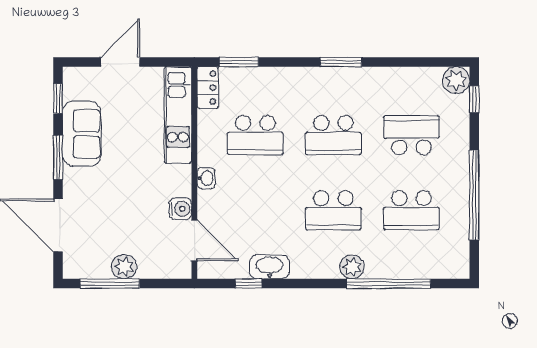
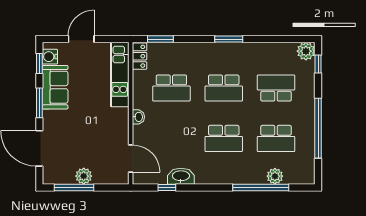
water cooler: (180, 209) -> (50, 57), moved, turned 180
plant: (352, 267) -> (275, 176), moved

